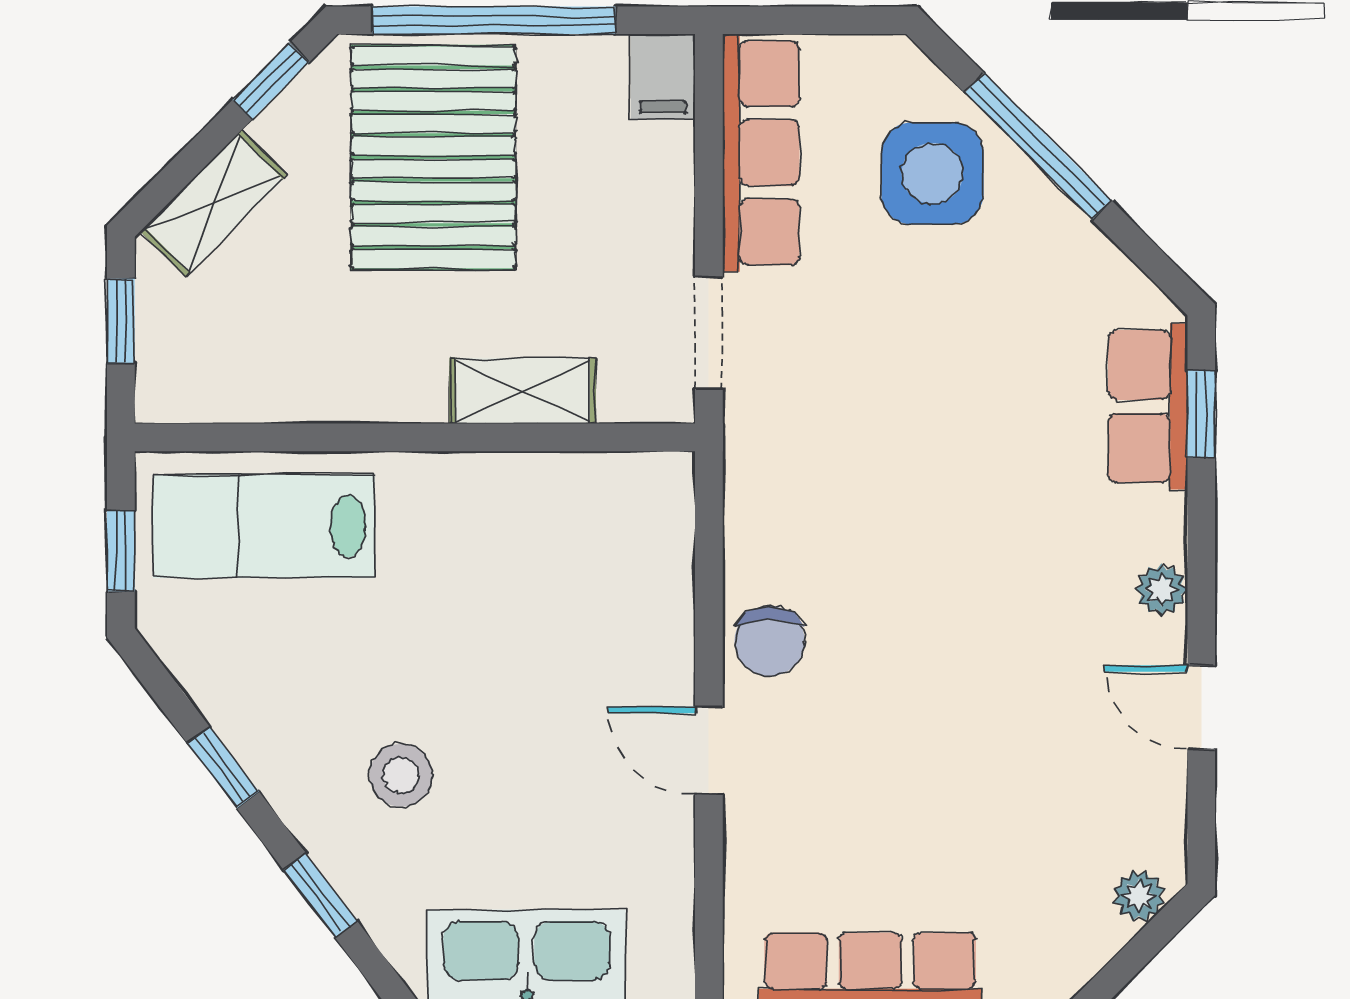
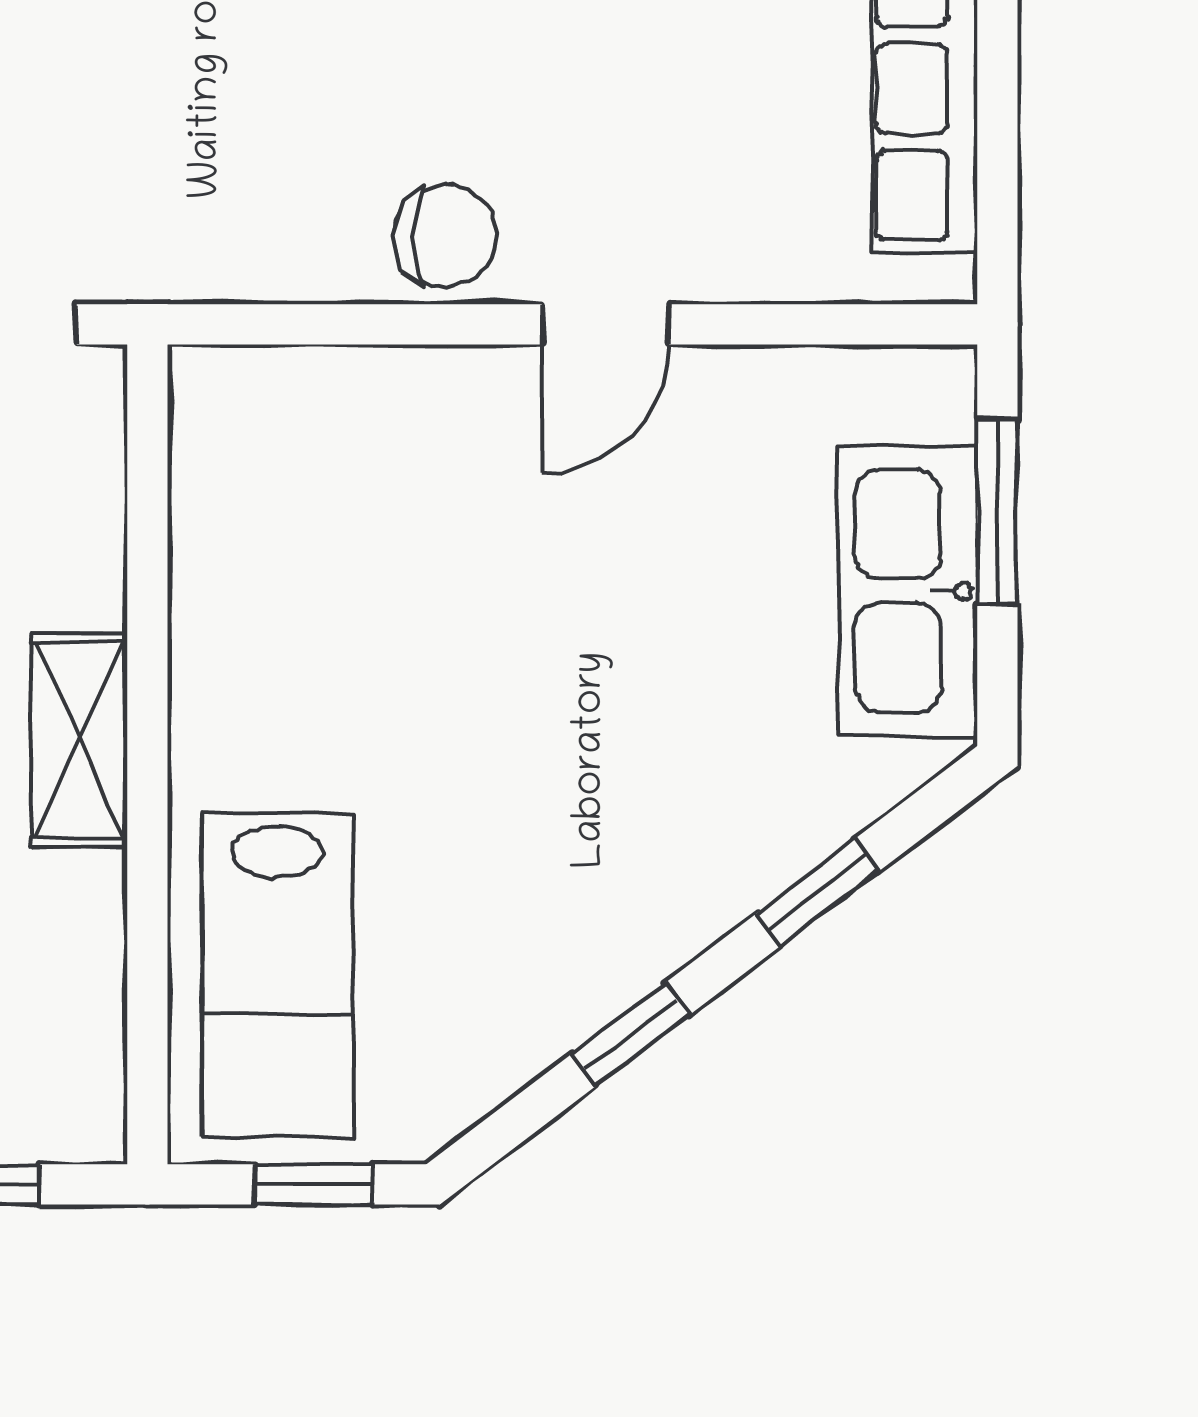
shelving: (523, 391) -> (79, 740), moved
stool: (401, 775) -> (642, 775), removed

